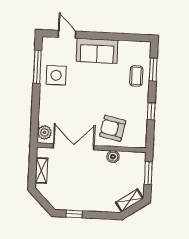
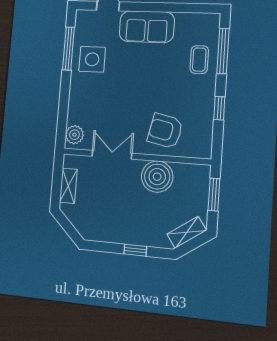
window: (153, 70) -> (223, 51), width x1.44
double door: (74, 147) -> (112, 155), width x0.73
boiler: (113, 157) -> (157, 177), width x1.86, depth x1.86
window: (74, 214) -> (135, 250), moved

